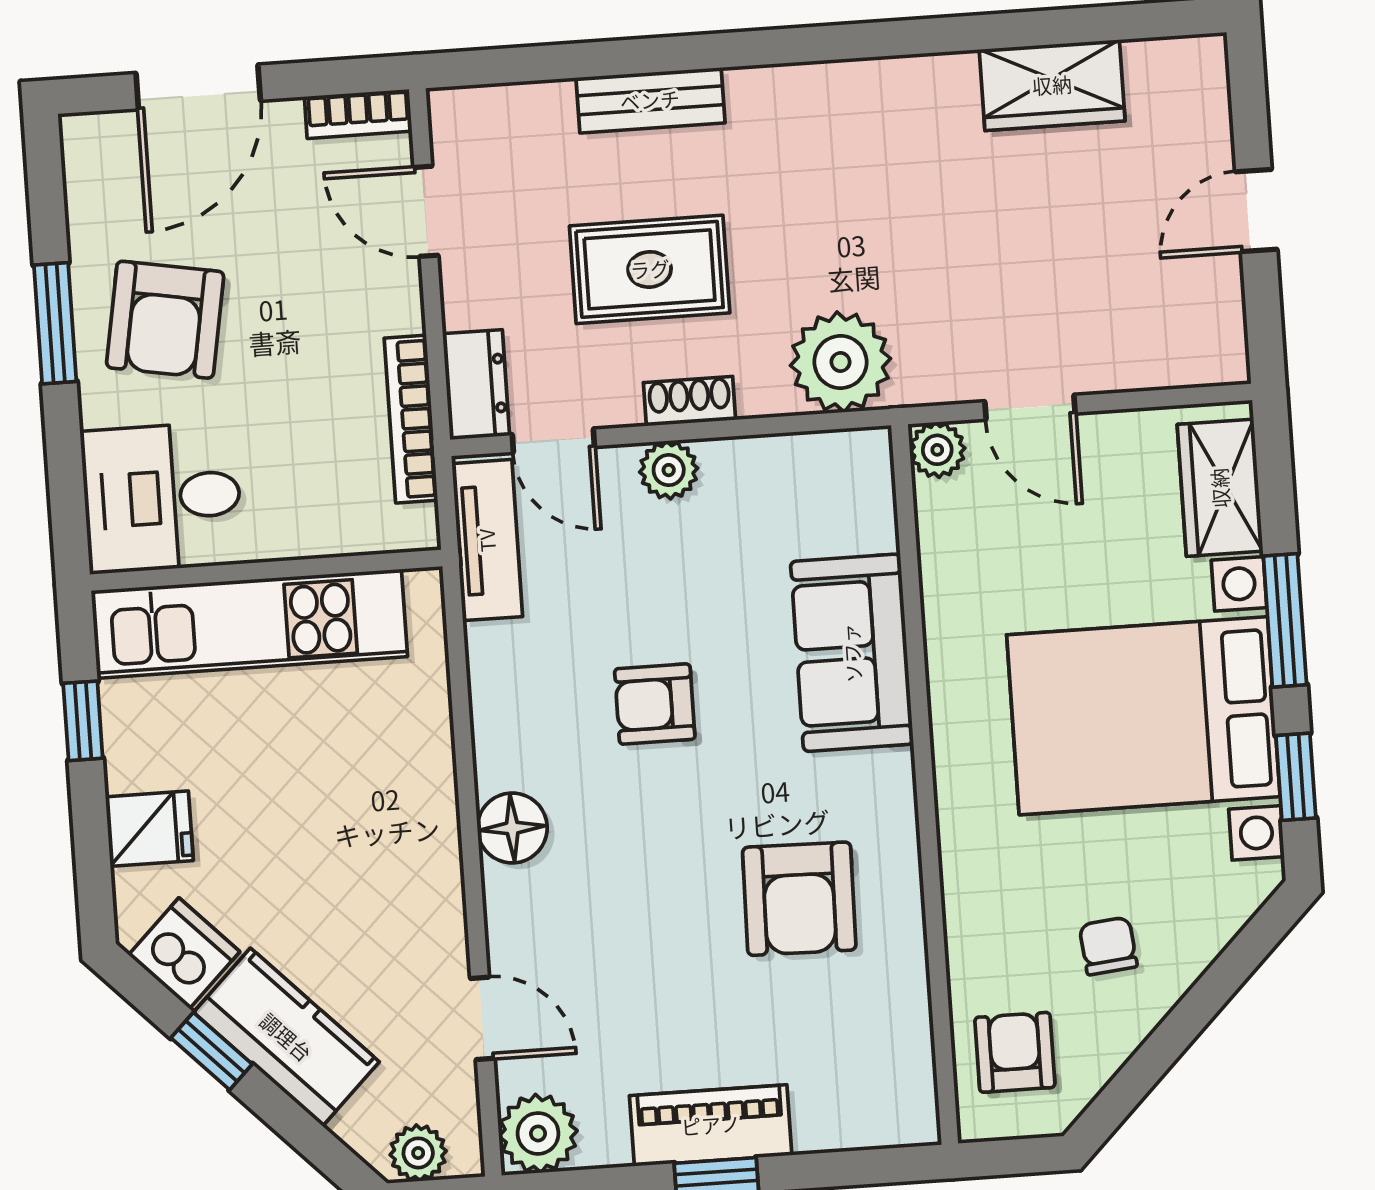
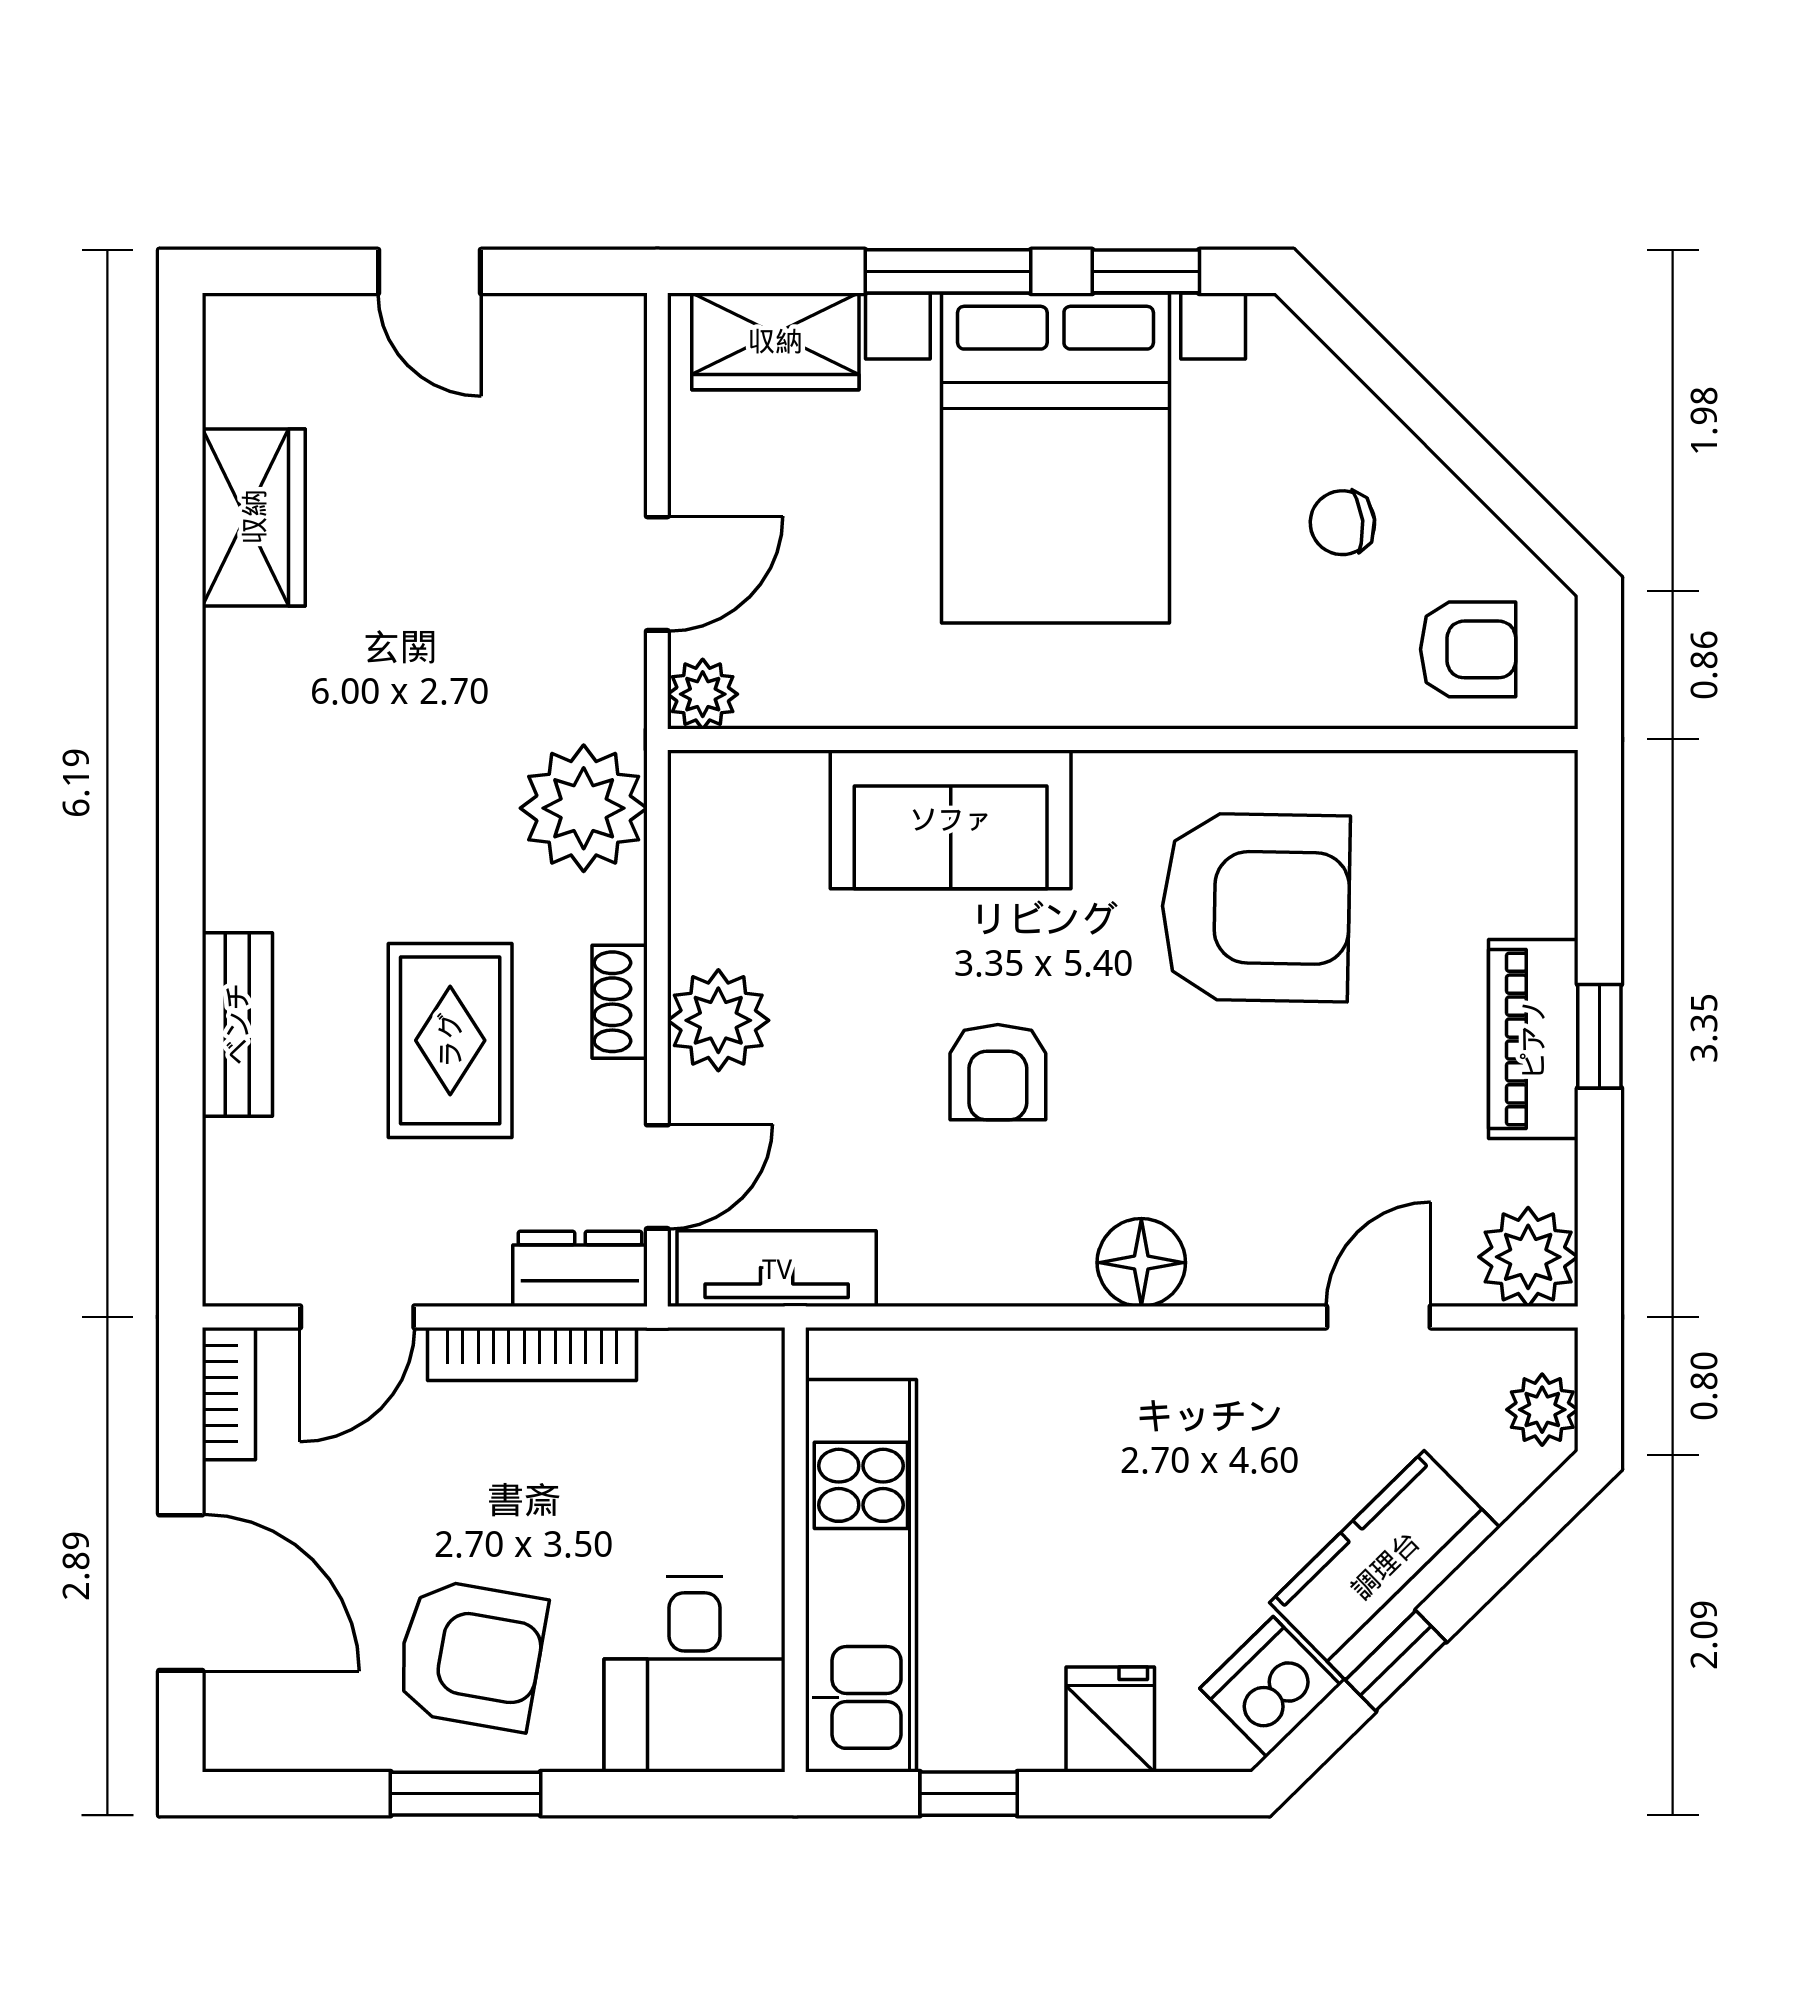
bookcase: (411, 419) -> (532, 1354), moved
plant: (669, 470) -> (718, 1020), width x1.38, depth x1.38
armchair: (799, 899) -> (1256, 907), width x1.36, depth x1.36
armchair: (1015, 1052) -> (1468, 649), turned 180

